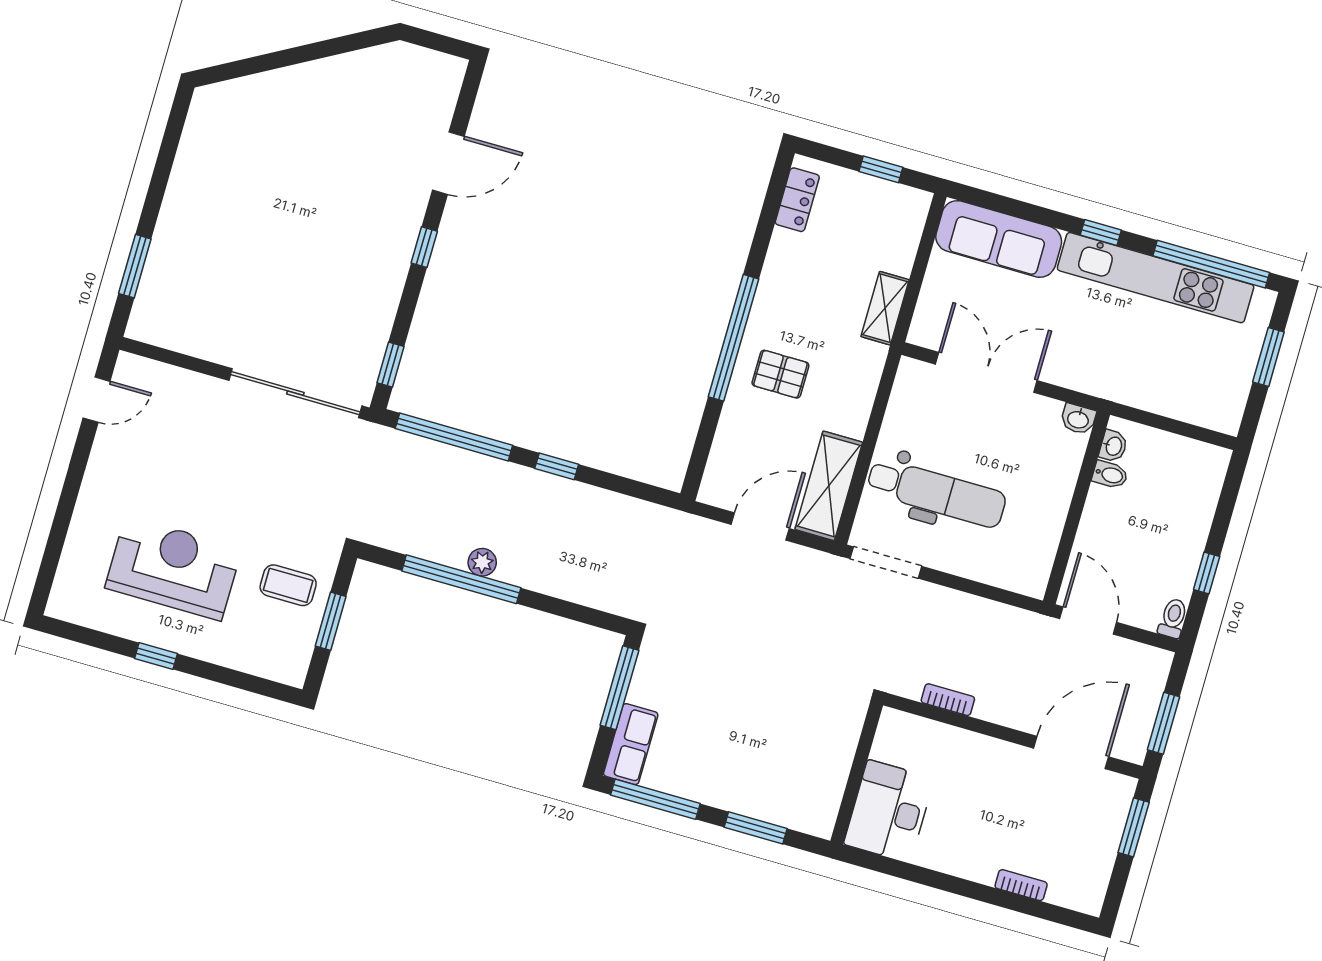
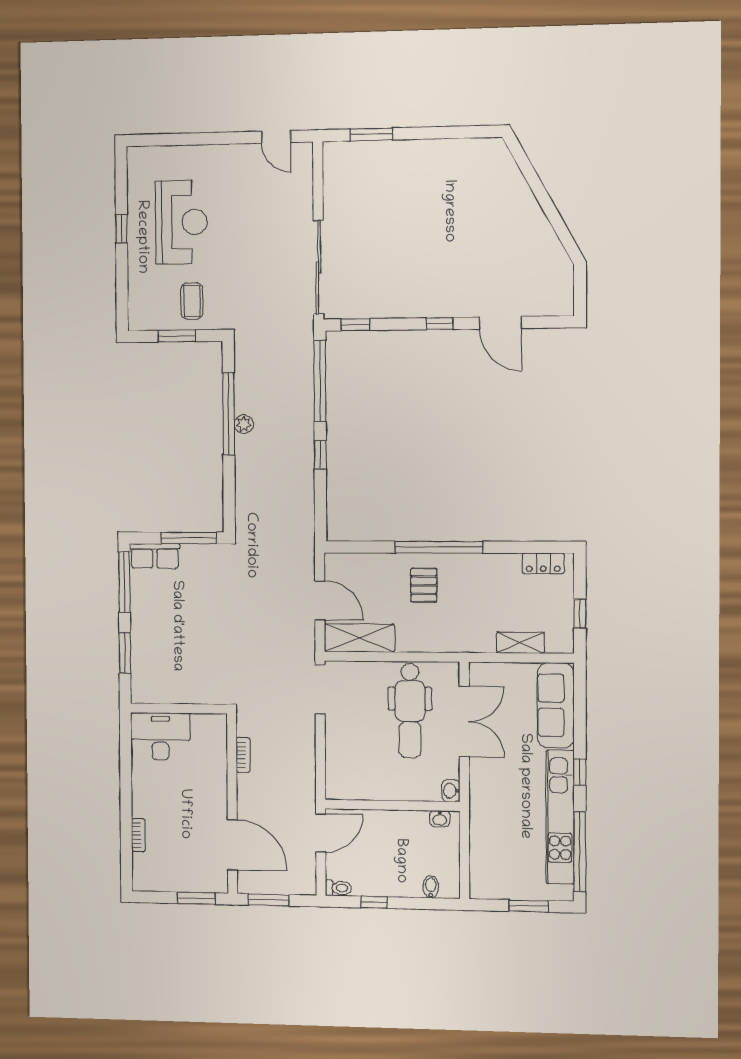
shelving: (885, 308) -> (520, 643), moved
bidet: (1110, 475) -> (431, 887), moved, turned 180
dental chair: (936, 493) -> (410, 710), moved

